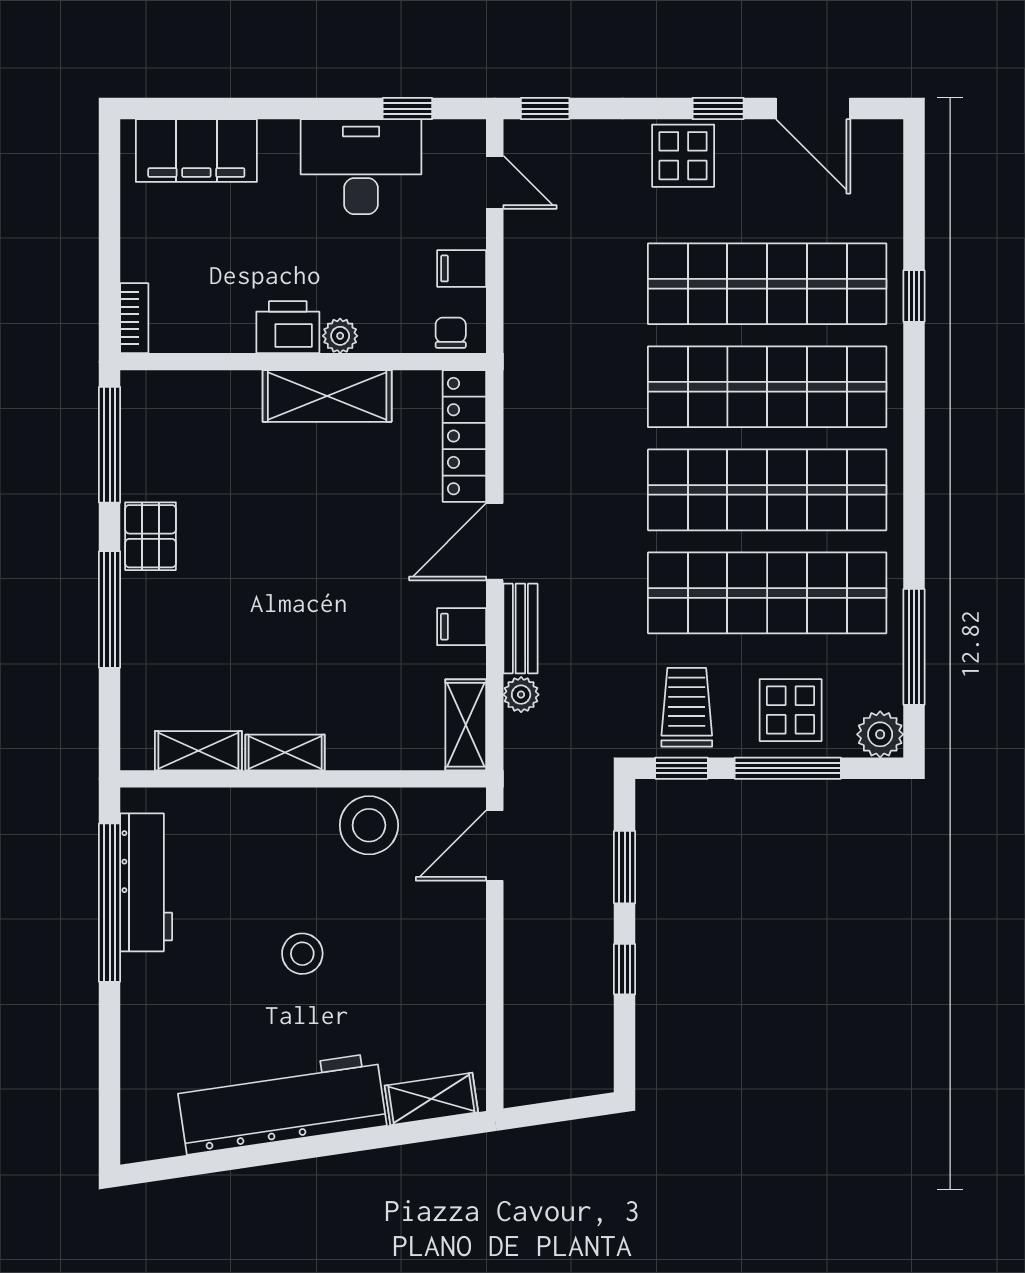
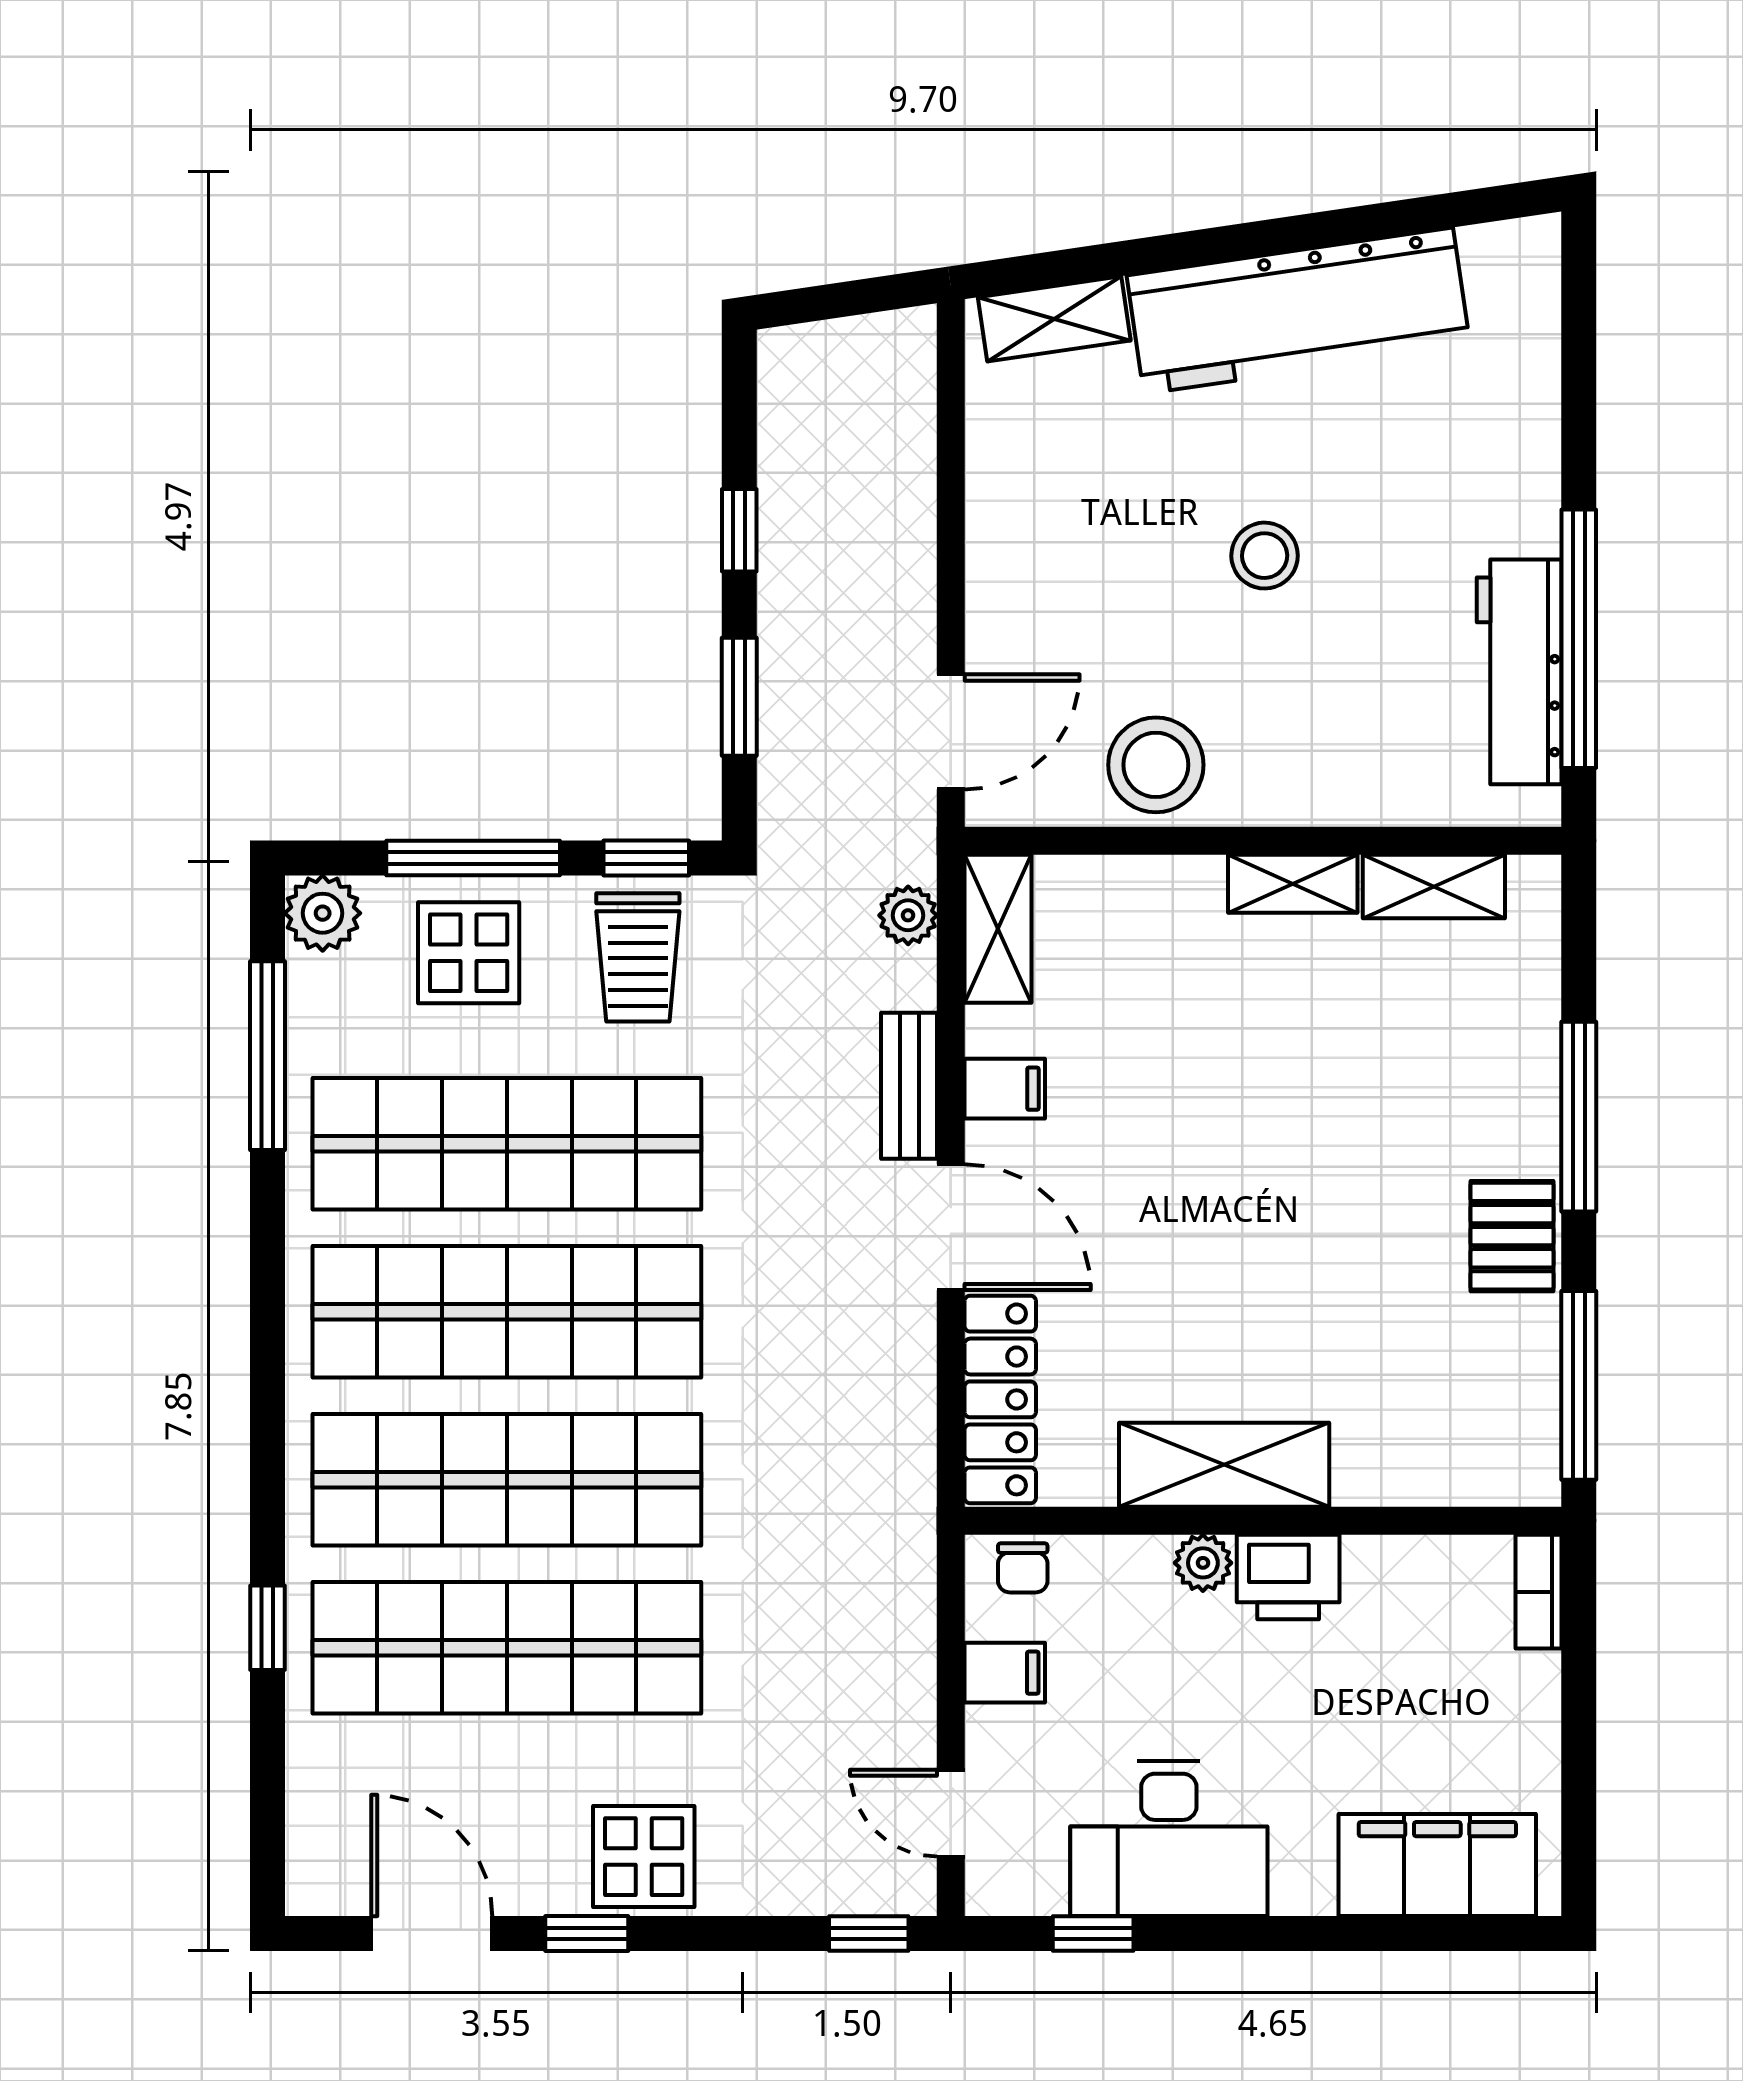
door: (495, 542) -> (951, 1227), hinge flipped
plant: (521, 695) -> (908, 915), moved

